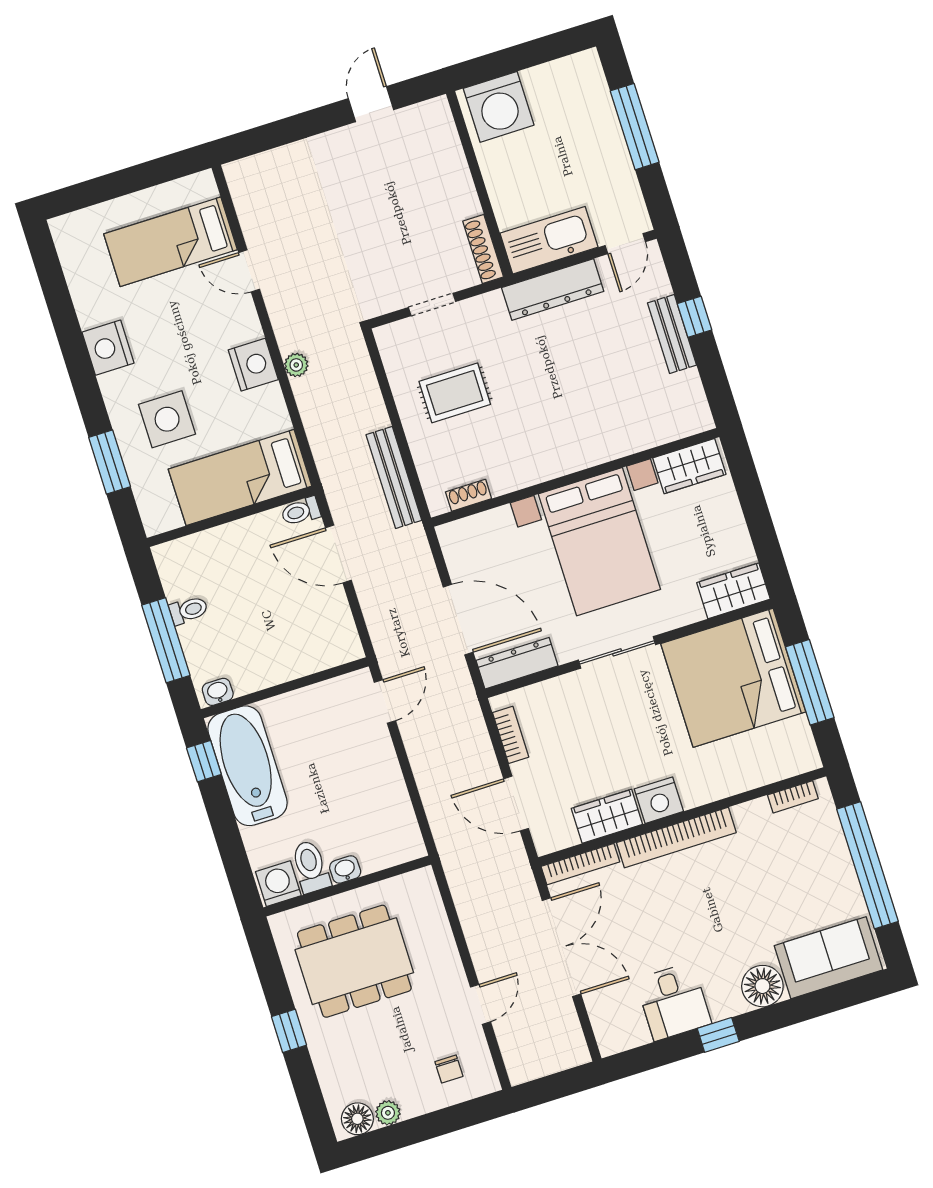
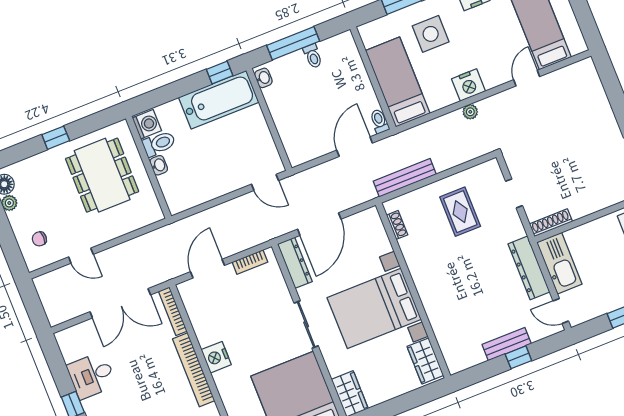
wardrobe: (607, 816) -> (204, 326), removed

